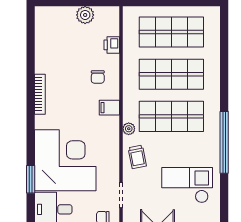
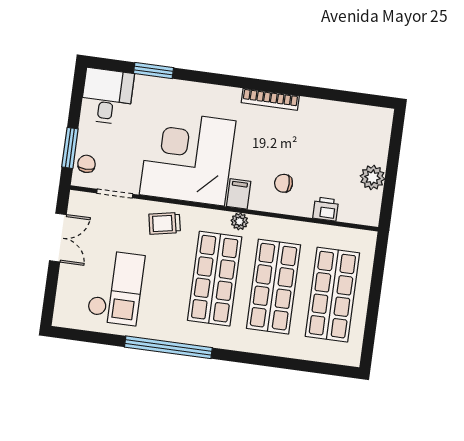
plant: (129, 129) -> (239, 221), moved
corner desk: (65, 160) -> (188, 158), moved, turned 180

